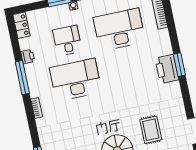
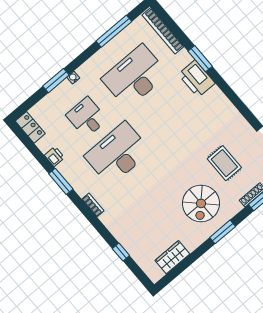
window: (179, 65) -> (200, 59), moved
printer: (167, 69) -> (197, 79), moved
window: (22, 78) -> (61, 181), width x0.69

